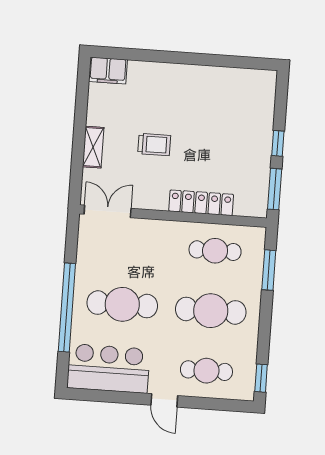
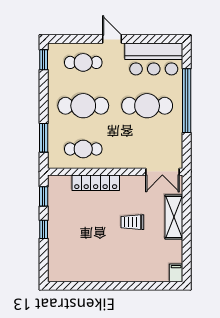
filing cabinet: (108, 70) -> (176, 273), width x0.50
shelving: (93, 147) -> (174, 217), width x1.50, depth x1.33
window: (275, 189) -> (44, 196), width x0.67

